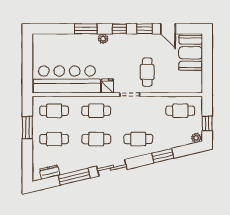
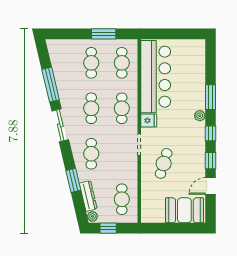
cafe table: (147, 72) -> (164, 163), turned -73
dresser: (50, 172) -> (88, 196), moved, width x1.44

